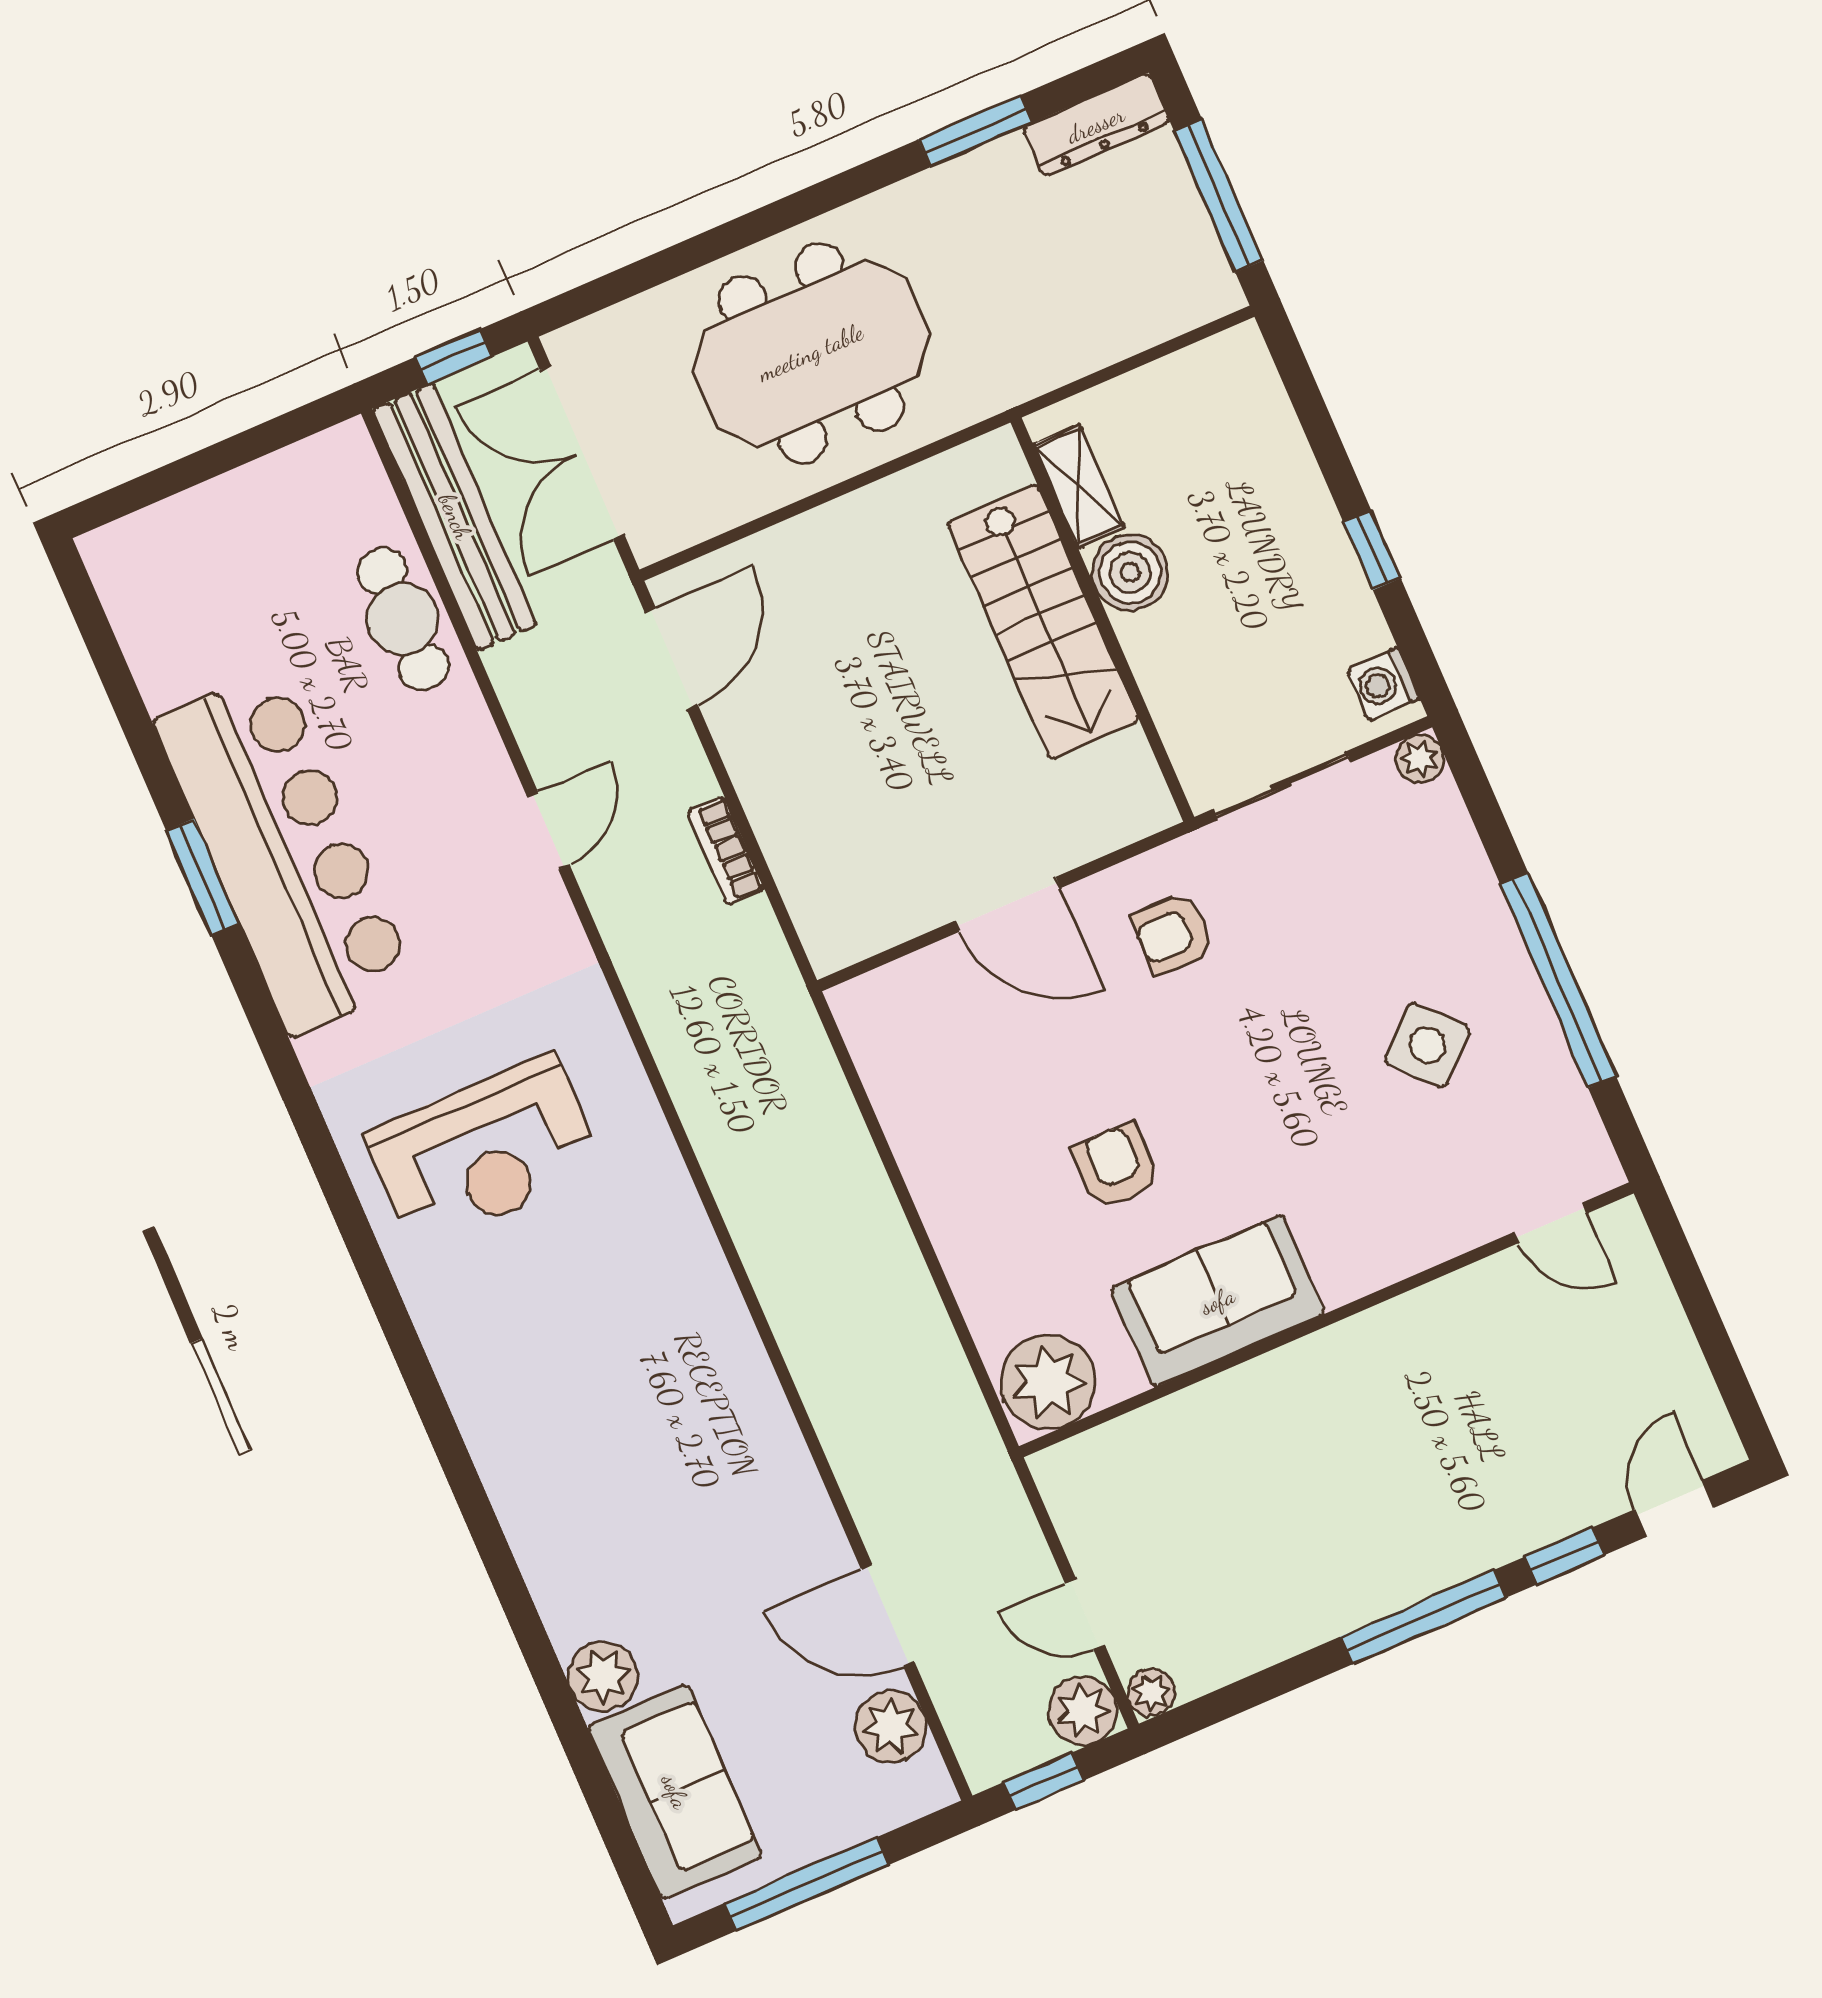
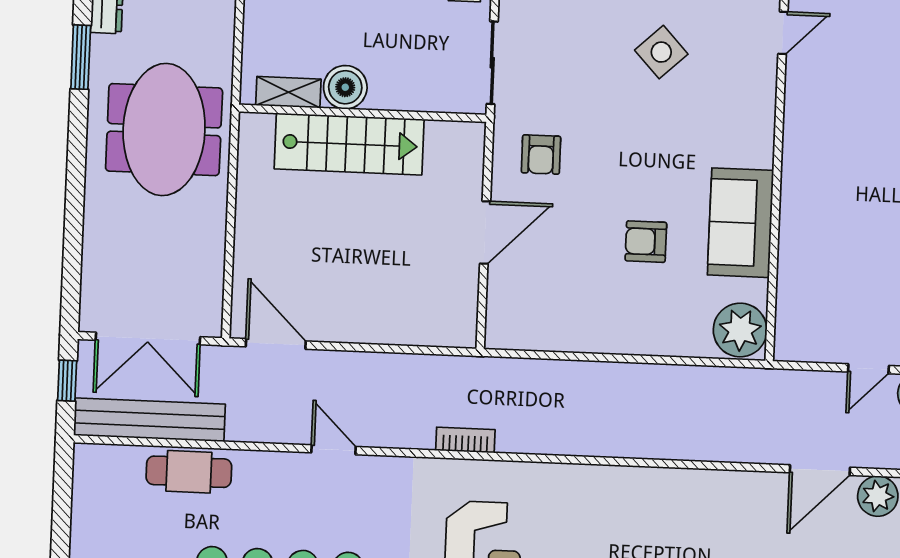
meeting table: (811, 353) -> (164, 130), moved
bookcase: (725, 851) -> (465, 440), moved, turned 180

